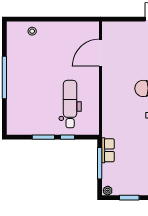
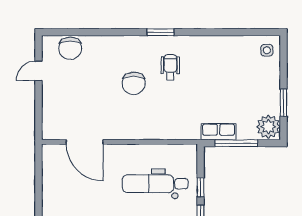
plant: (108, 191) -> (268, 127), width x1.87, depth x1.87

